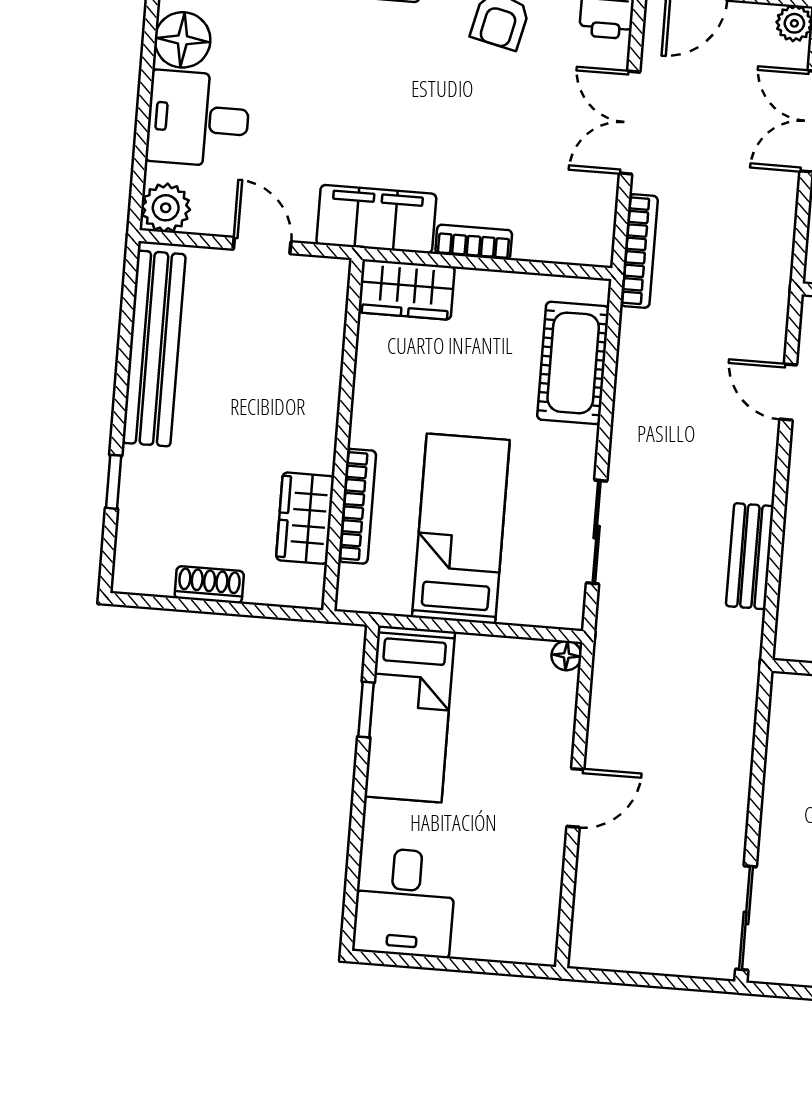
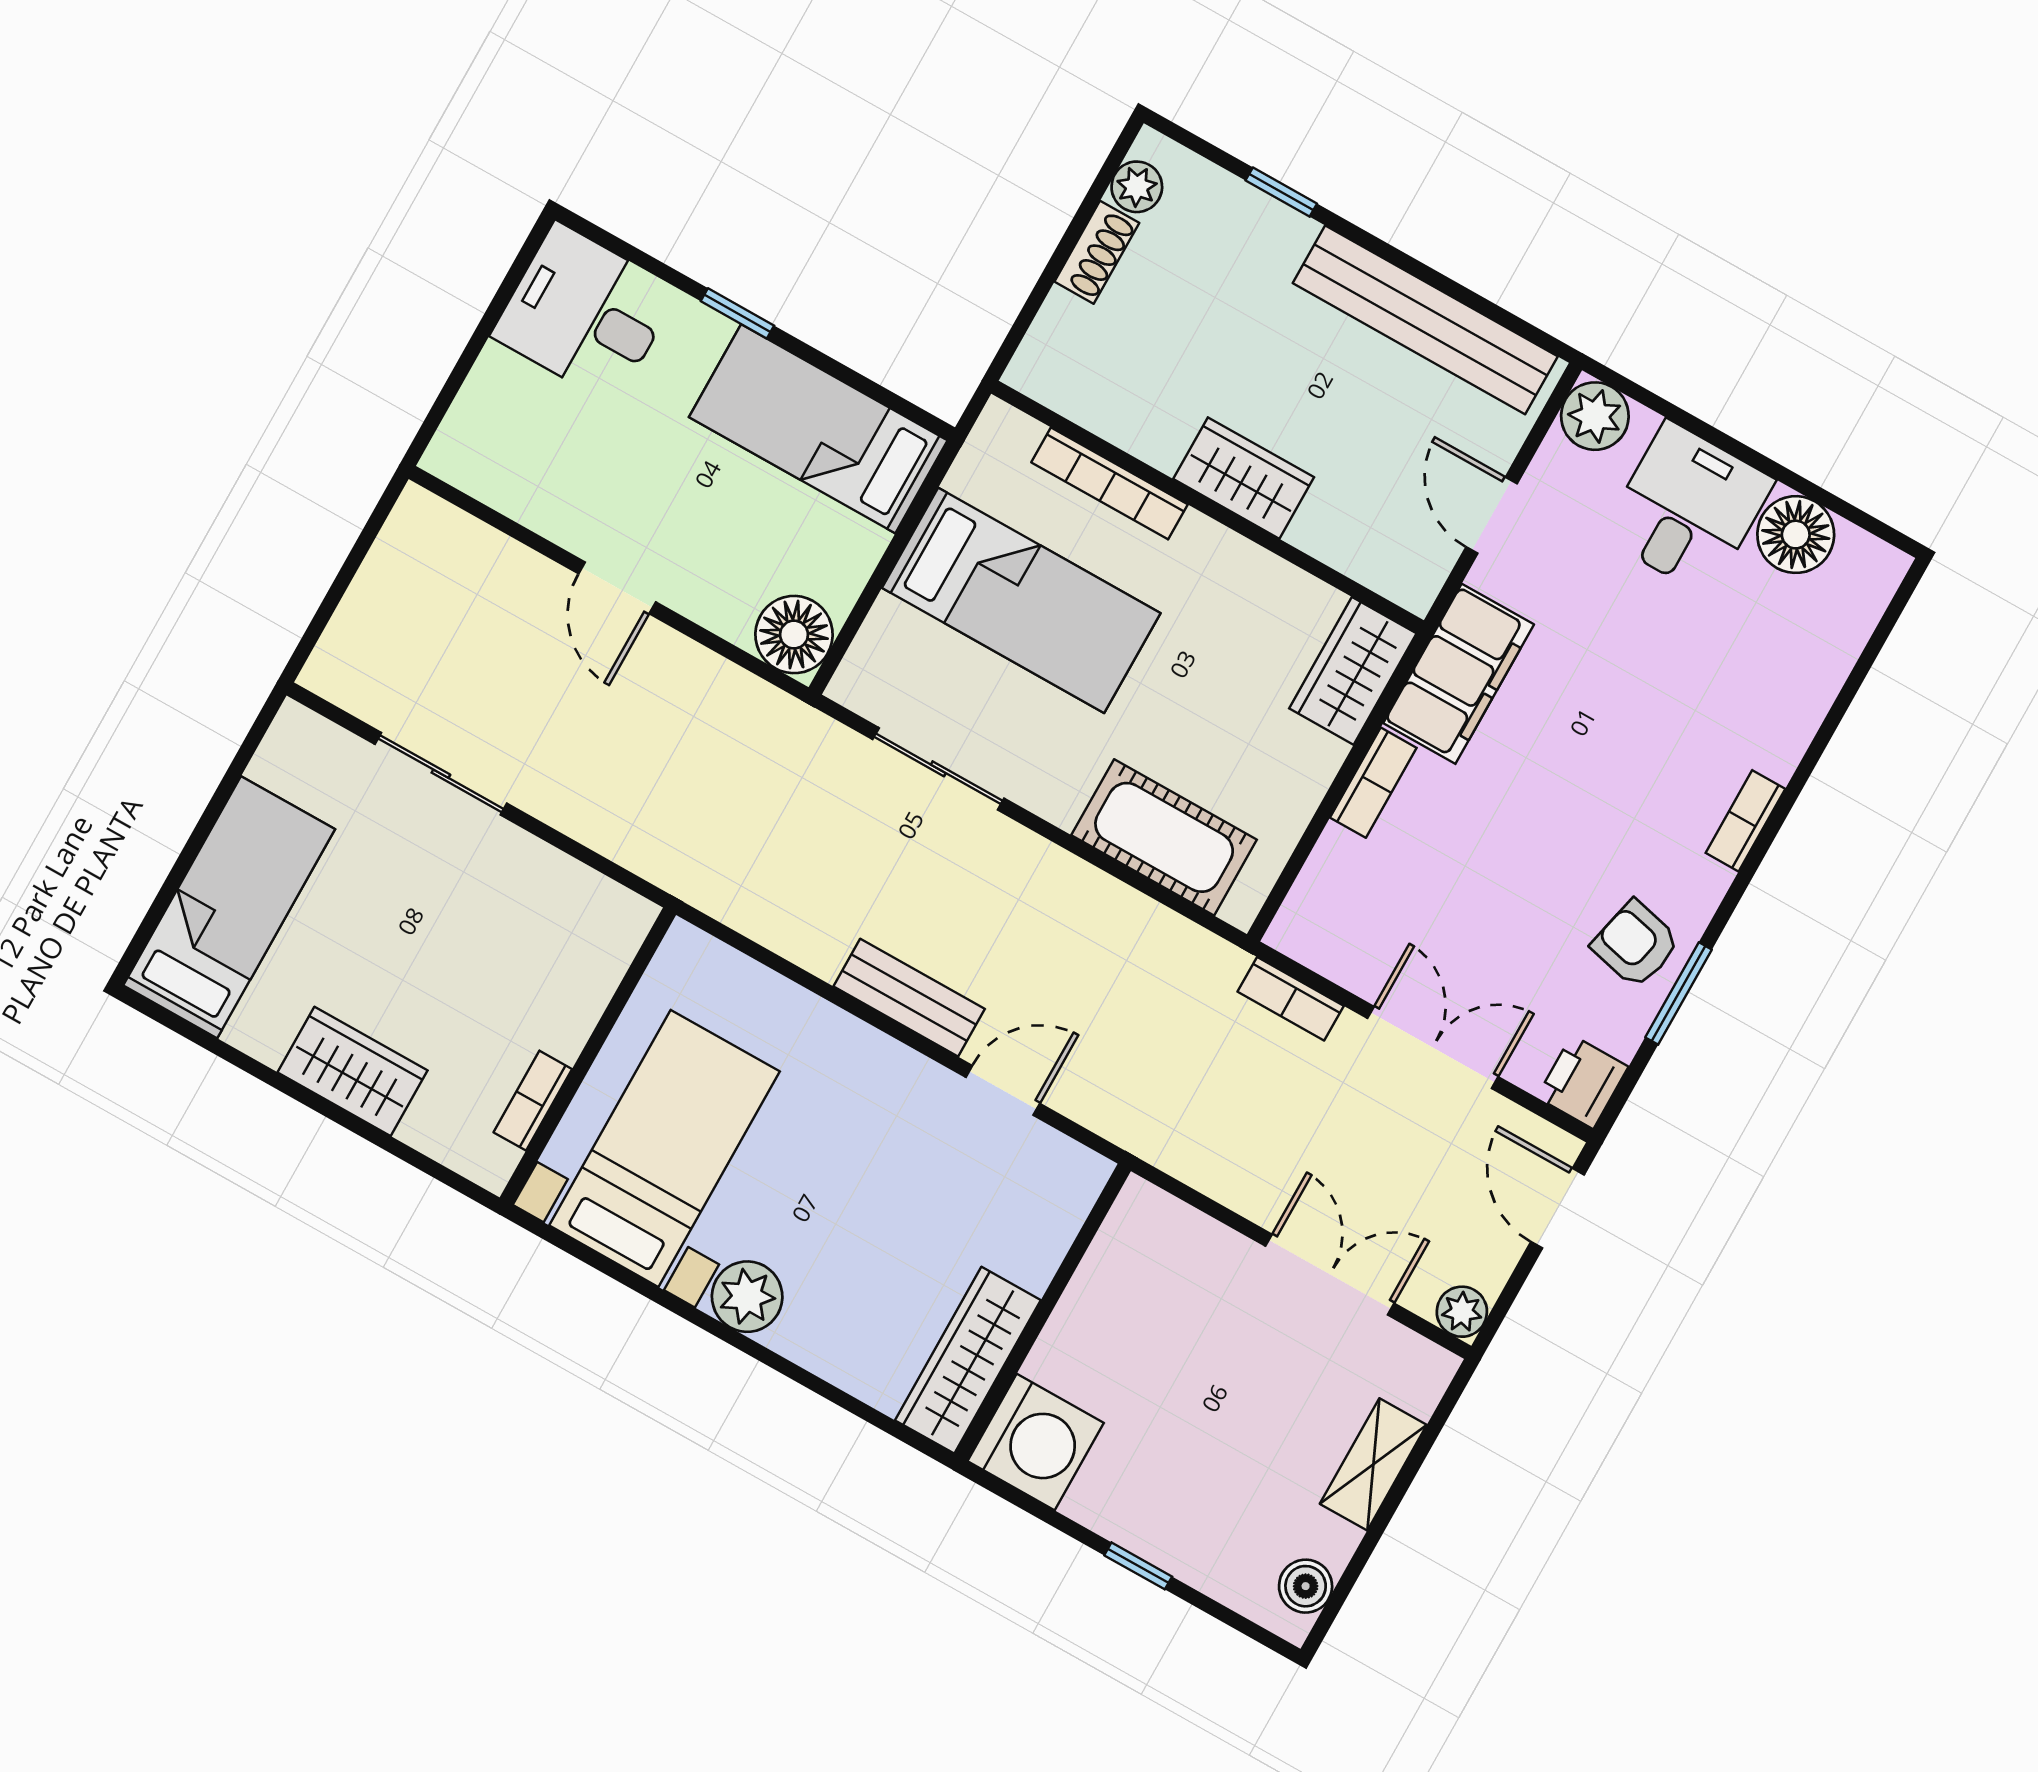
door: (262, 245) -> (1492, 515), swing flipped
bookcase: (639, 251) -> (1291, 999), width x0.64
wardrobe: (305, 518) -> (1244, 478), moved
bench: (750, 556) -> (909, 998), moved
plant: (154, 578) -> (1137, 187), added
floor lamp: (566, 656) -> (794, 635), width x1.89, depth x1.89
window: (366, 710) -> (737, 313), moved
sliding door: (746, 918) -> (441, 774), moved

